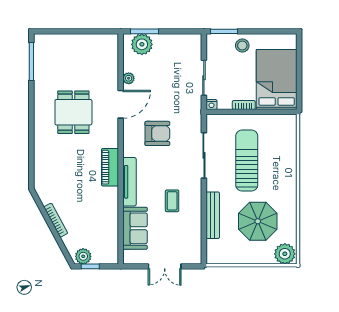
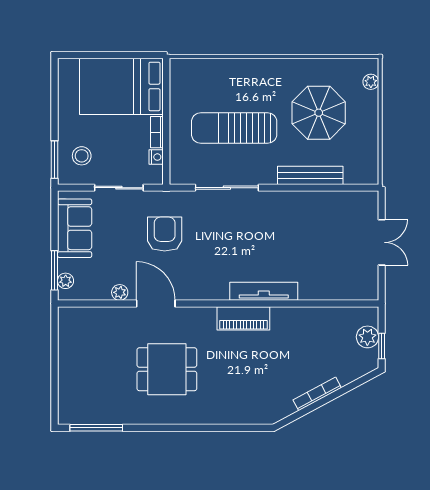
plant: (142, 44) -> (66, 281), width x0.53, depth x0.53
stool: (242, 45) -> (82, 156), moved
nightstand: (211, 104) -> (156, 157), moved
armchair: (157, 133) -> (165, 234), moved
coffee table: (172, 201) -> (290, 232), removed
sofa: (135, 228) -> (75, 228), moved, turned 90
plant: (285, 254) -> (371, 82), width x0.53, depth x0.53
plant: (83, 256) -> (367, 337), moved

